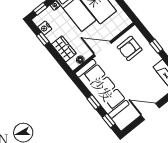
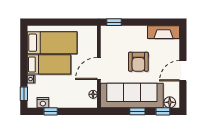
window: (156, 46) -> (114, 22), moved
armchair: (130, 48) -> (138, 62), moved
wardrobe: (64, 49) -> (73, 101), removed
floor lamp: (119, 120) -> (170, 102), added

